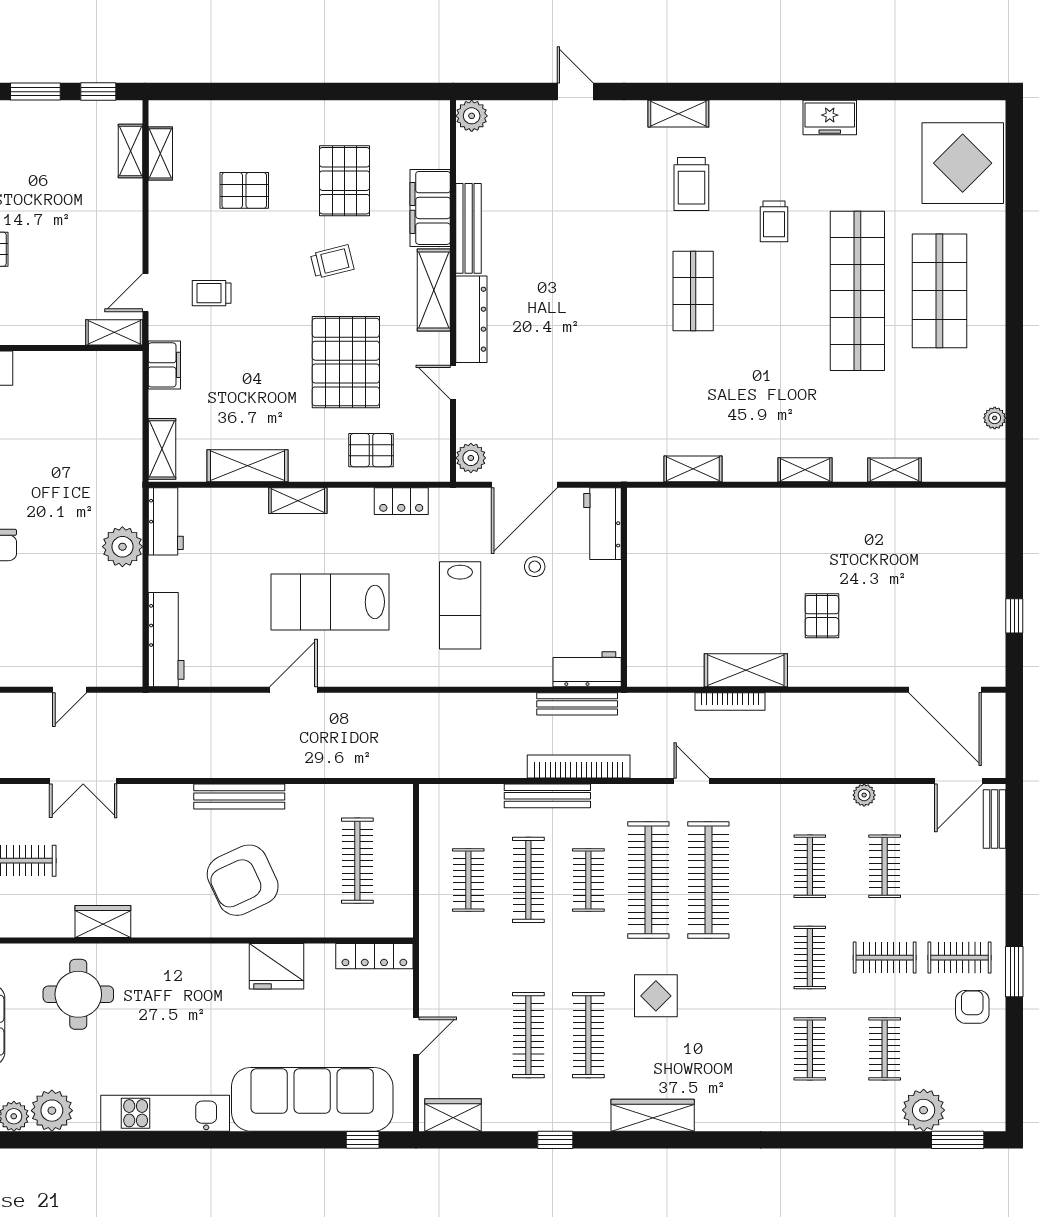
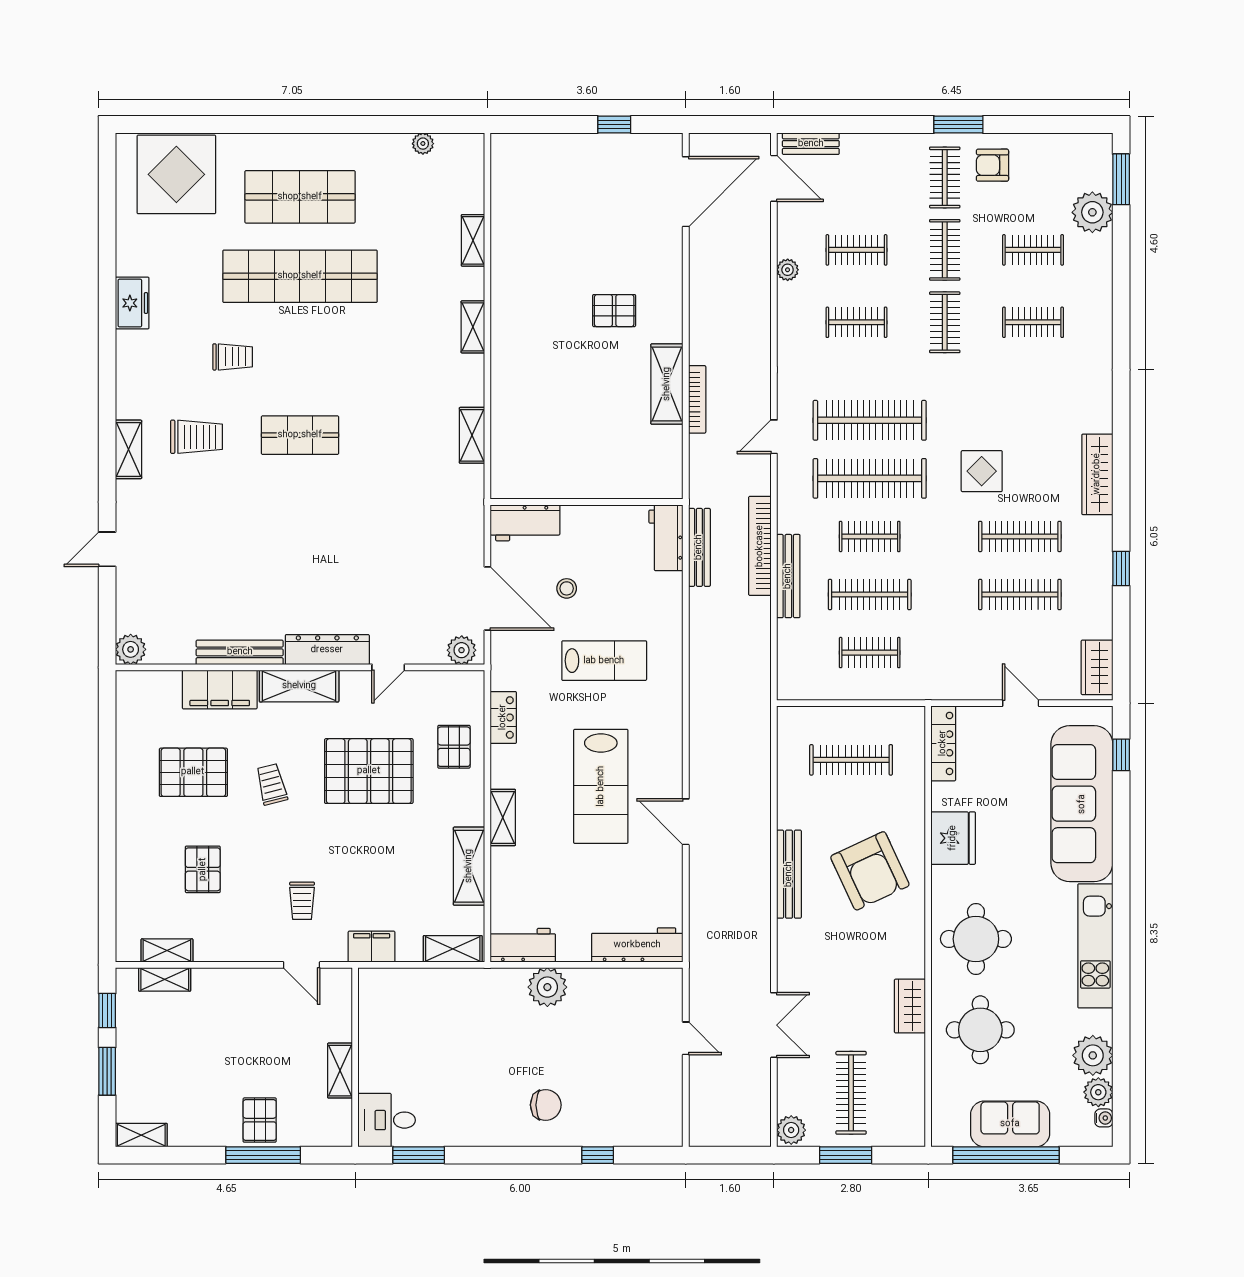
shelving: (114, 332) -> (340, 1071), moved
clothes rail: (810, 958) -> (945, 322), turned 90
round table: (172, 990) -> (976, 939), added

